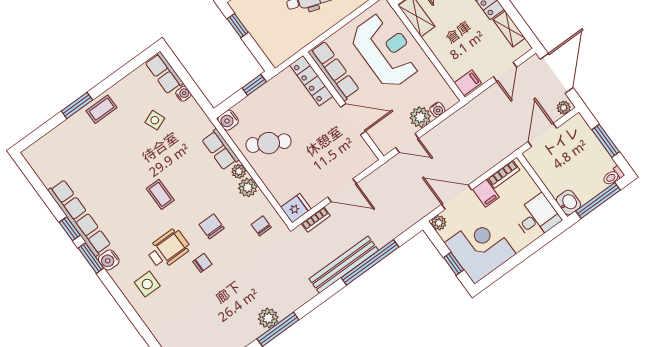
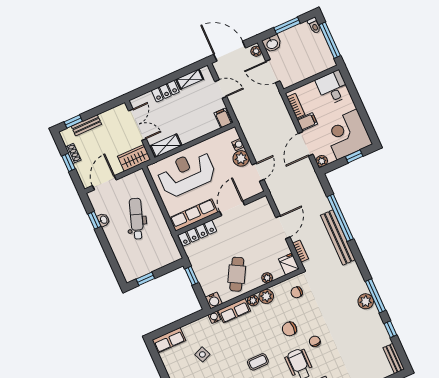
water cooler: (183, 94) -> (214, 317), moved
plant: (272, 184) -> (267, 278), added
washbasin: (568, 202) -> (272, 44), moved, turned 180

